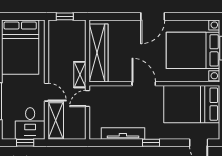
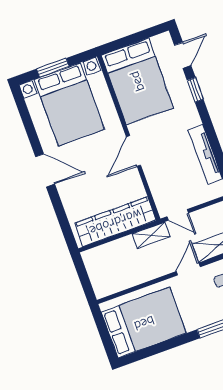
window: (65, 16) -> (85, 281), removed
window: (151, 143) -> (195, 90), moved

